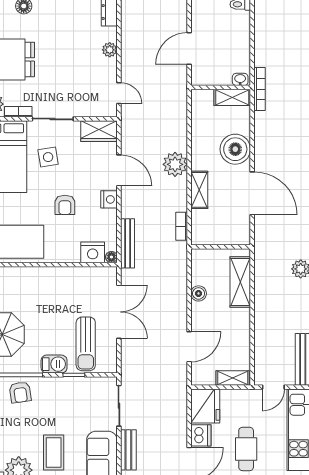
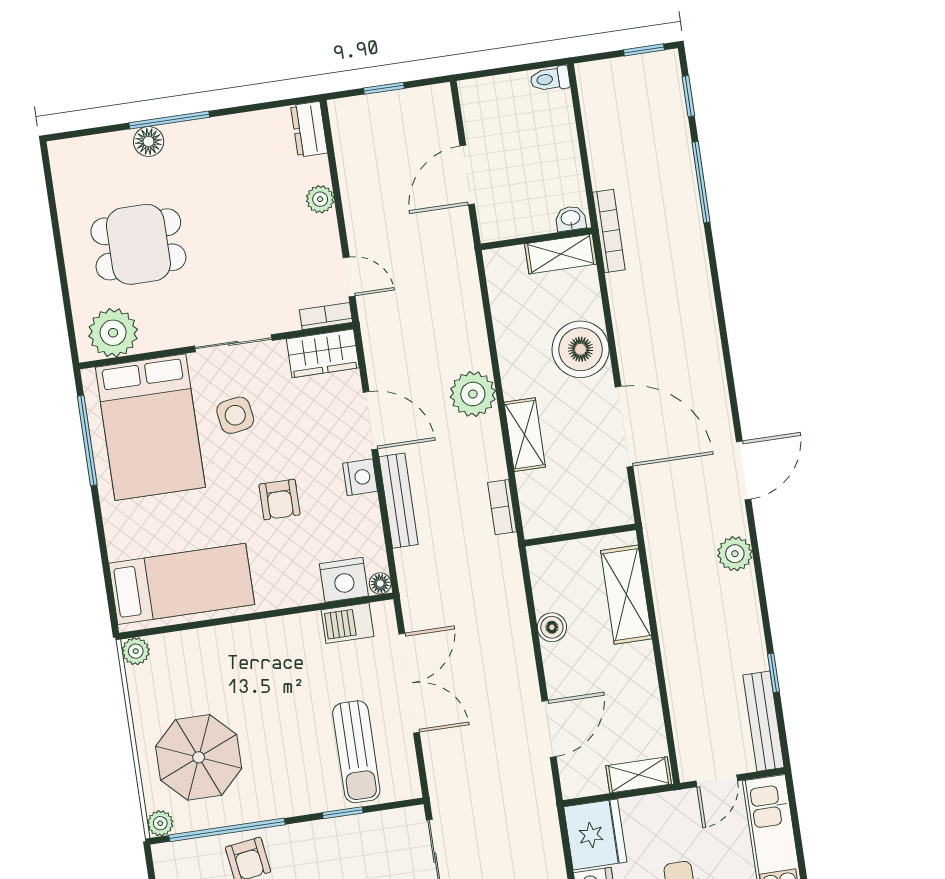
bookcase: (18, 112) -> (326, 316), moved
bench: (128, 243) -> (399, 501), moved
barbecue: (54, 364) -> (347, 623), moved, turned 180

